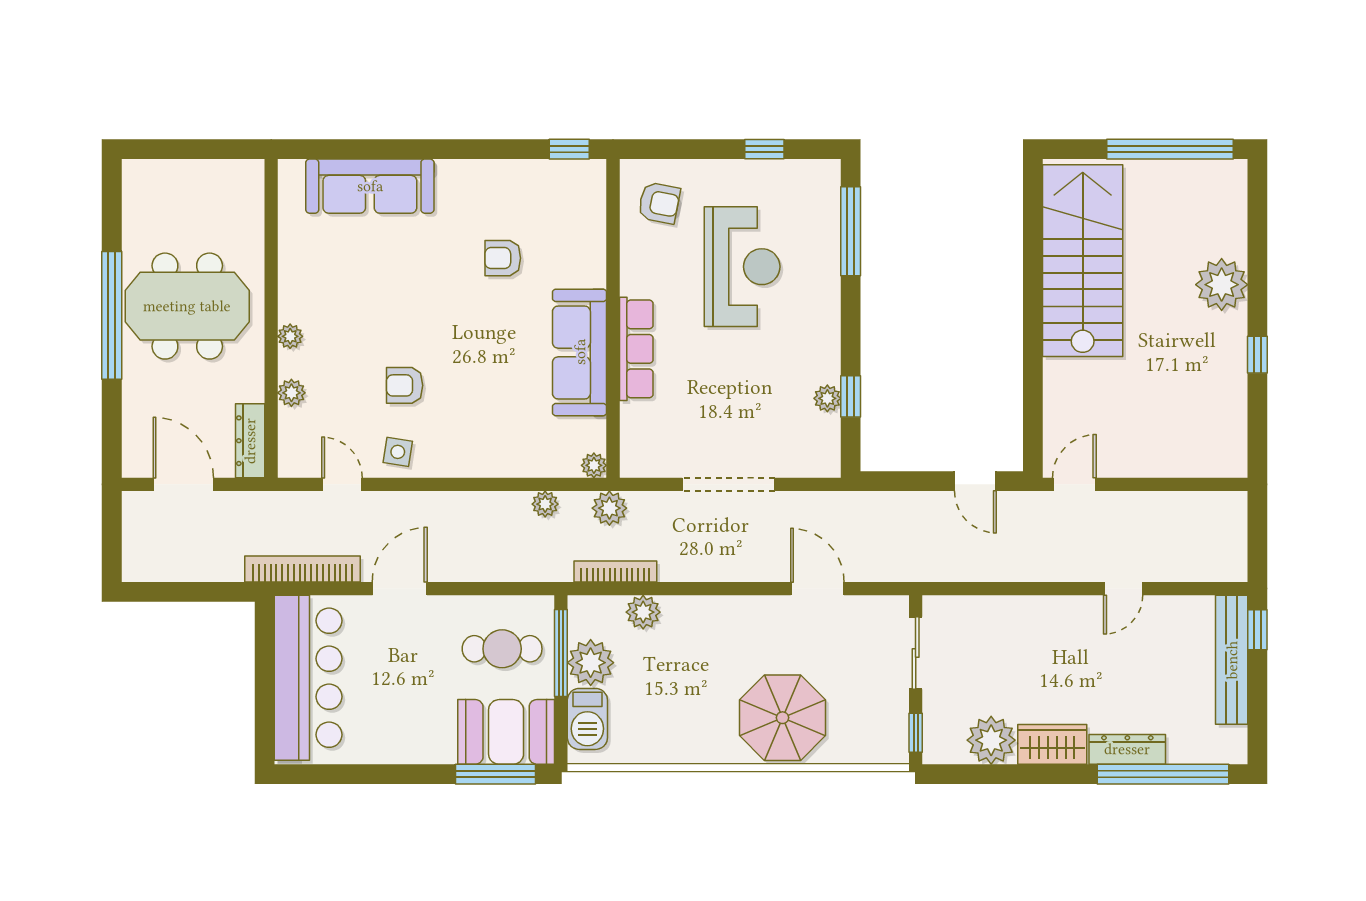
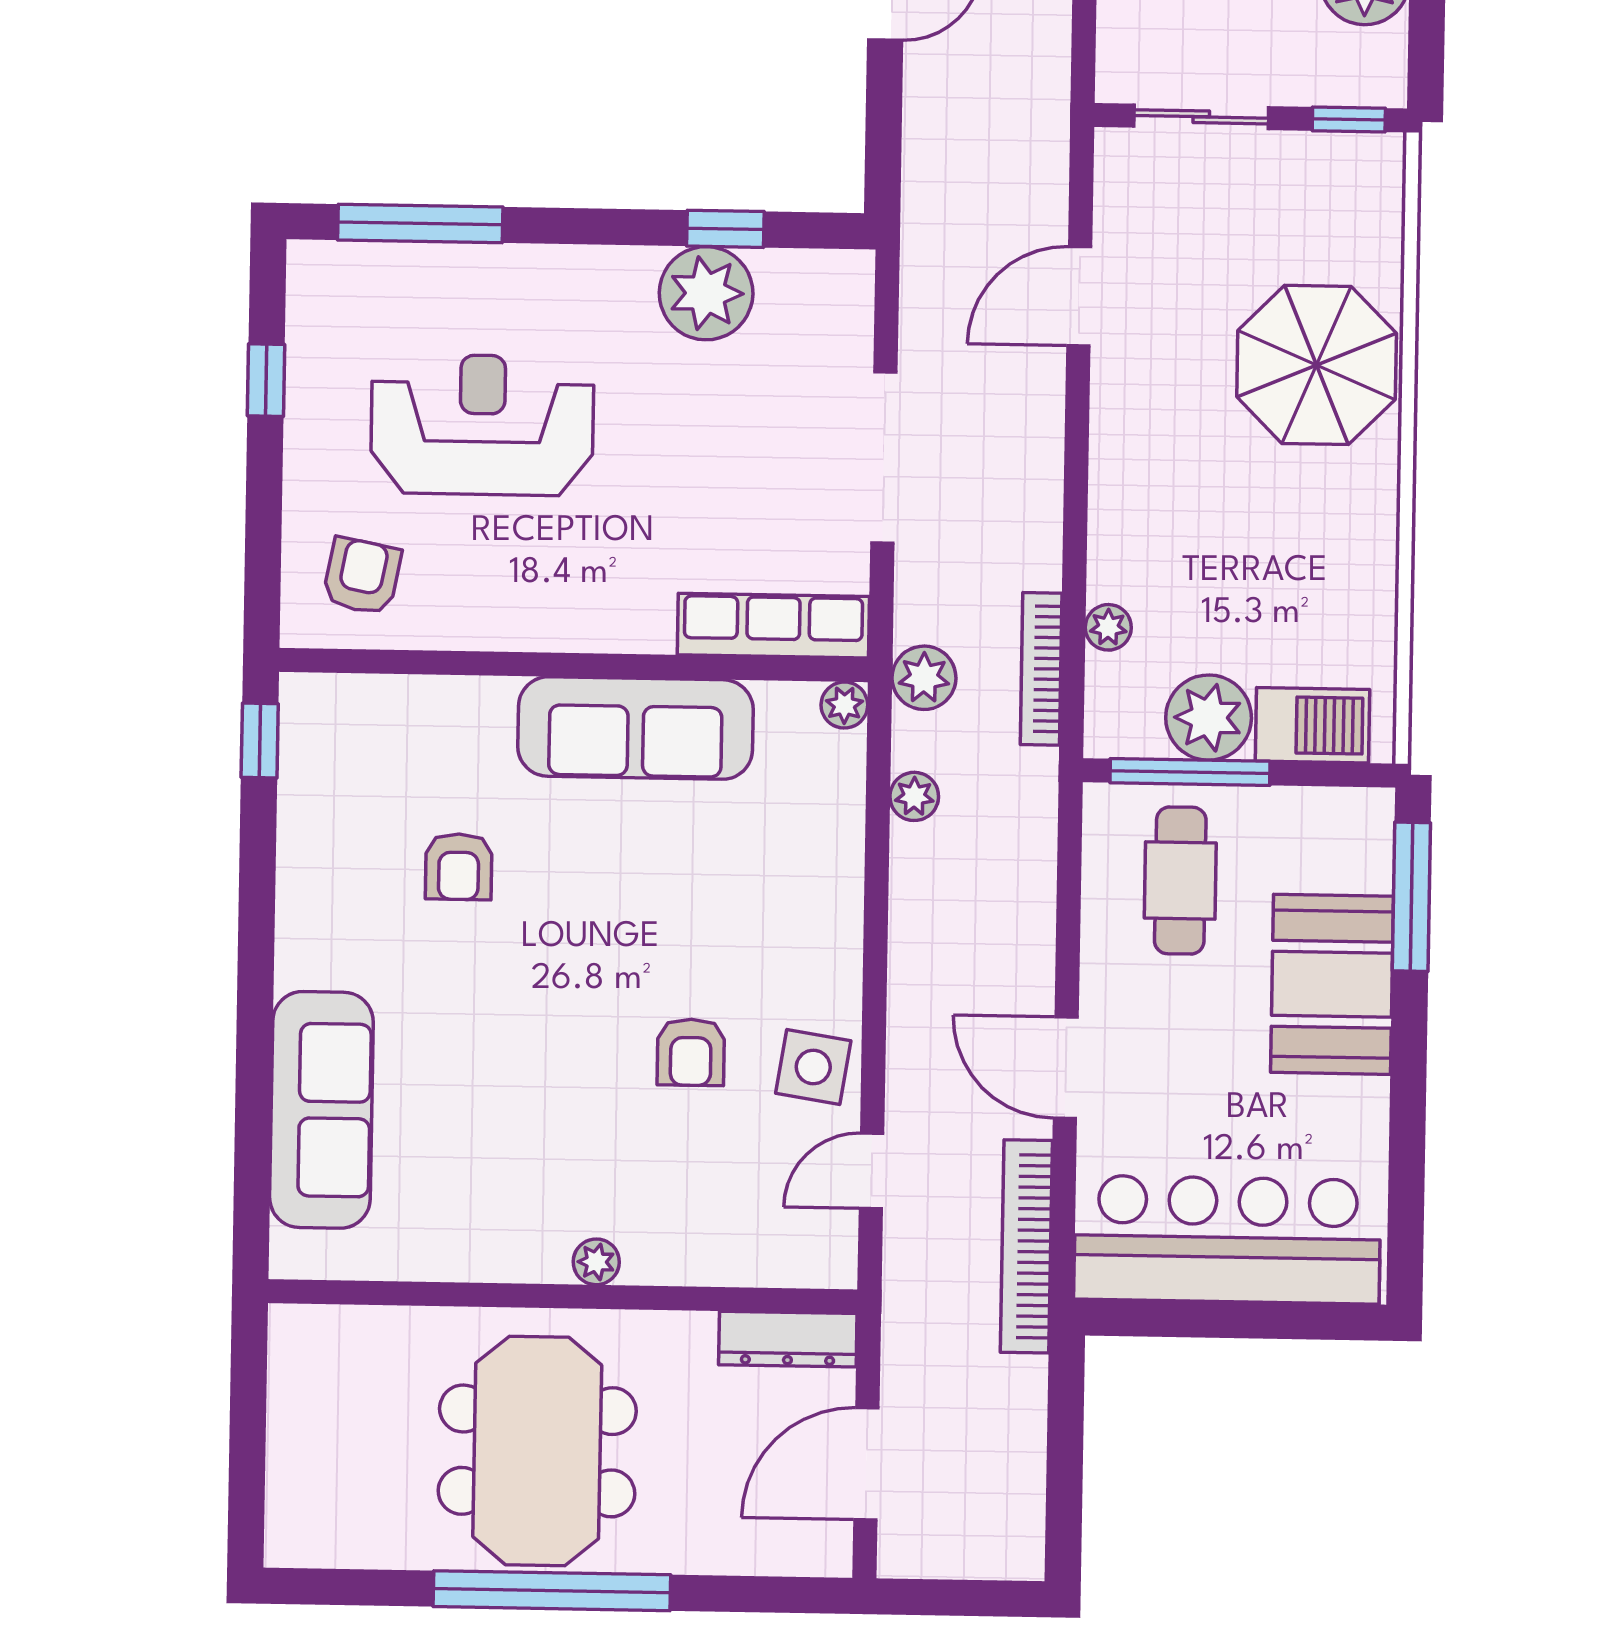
row of seats: (636, 349) -> (773, 626), moved
plant: (291, 393) -> (701, 1261), removed
plant: (827, 398) -> (706, 293), width x1.88, depth x1.88
side table: (398, 452) -> (813, 1067), width x1.37, depth x1.37
plant: (643, 612) -> (1108, 627), width x0.73, depth x0.73
booth: (506, 732) -> (1332, 984), moved

